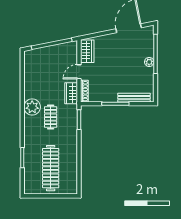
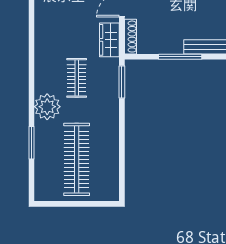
plant: (32, 107) -> (47, 107), moved

